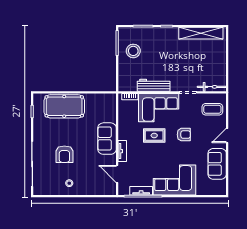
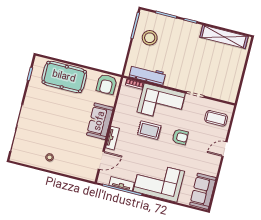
workbench: (154, 85) -> (147, 75), moved
bicycle: (212, 87) -> (221, 95), removed
armchair: (64, 154) -> (107, 84), moved
sofa: (217, 164) -> (203, 191), moved
door: (117, 174) -> (101, 160), swing flipped

